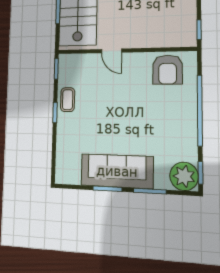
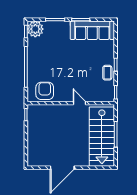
sofa: (117, 171) -> (92, 30), moved

